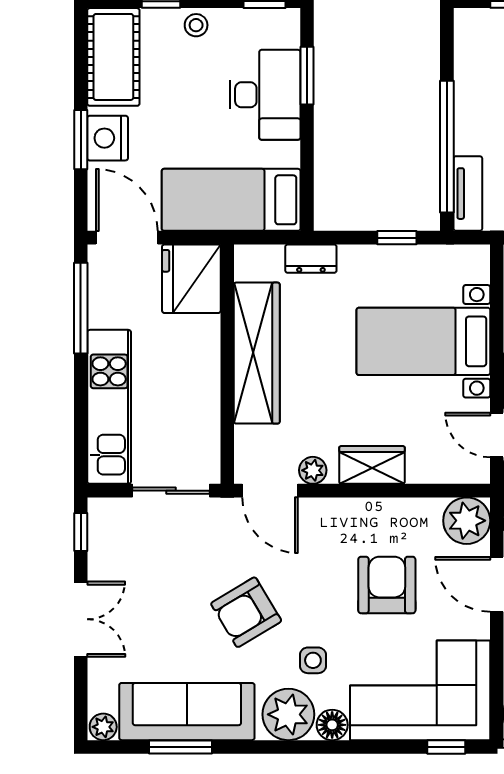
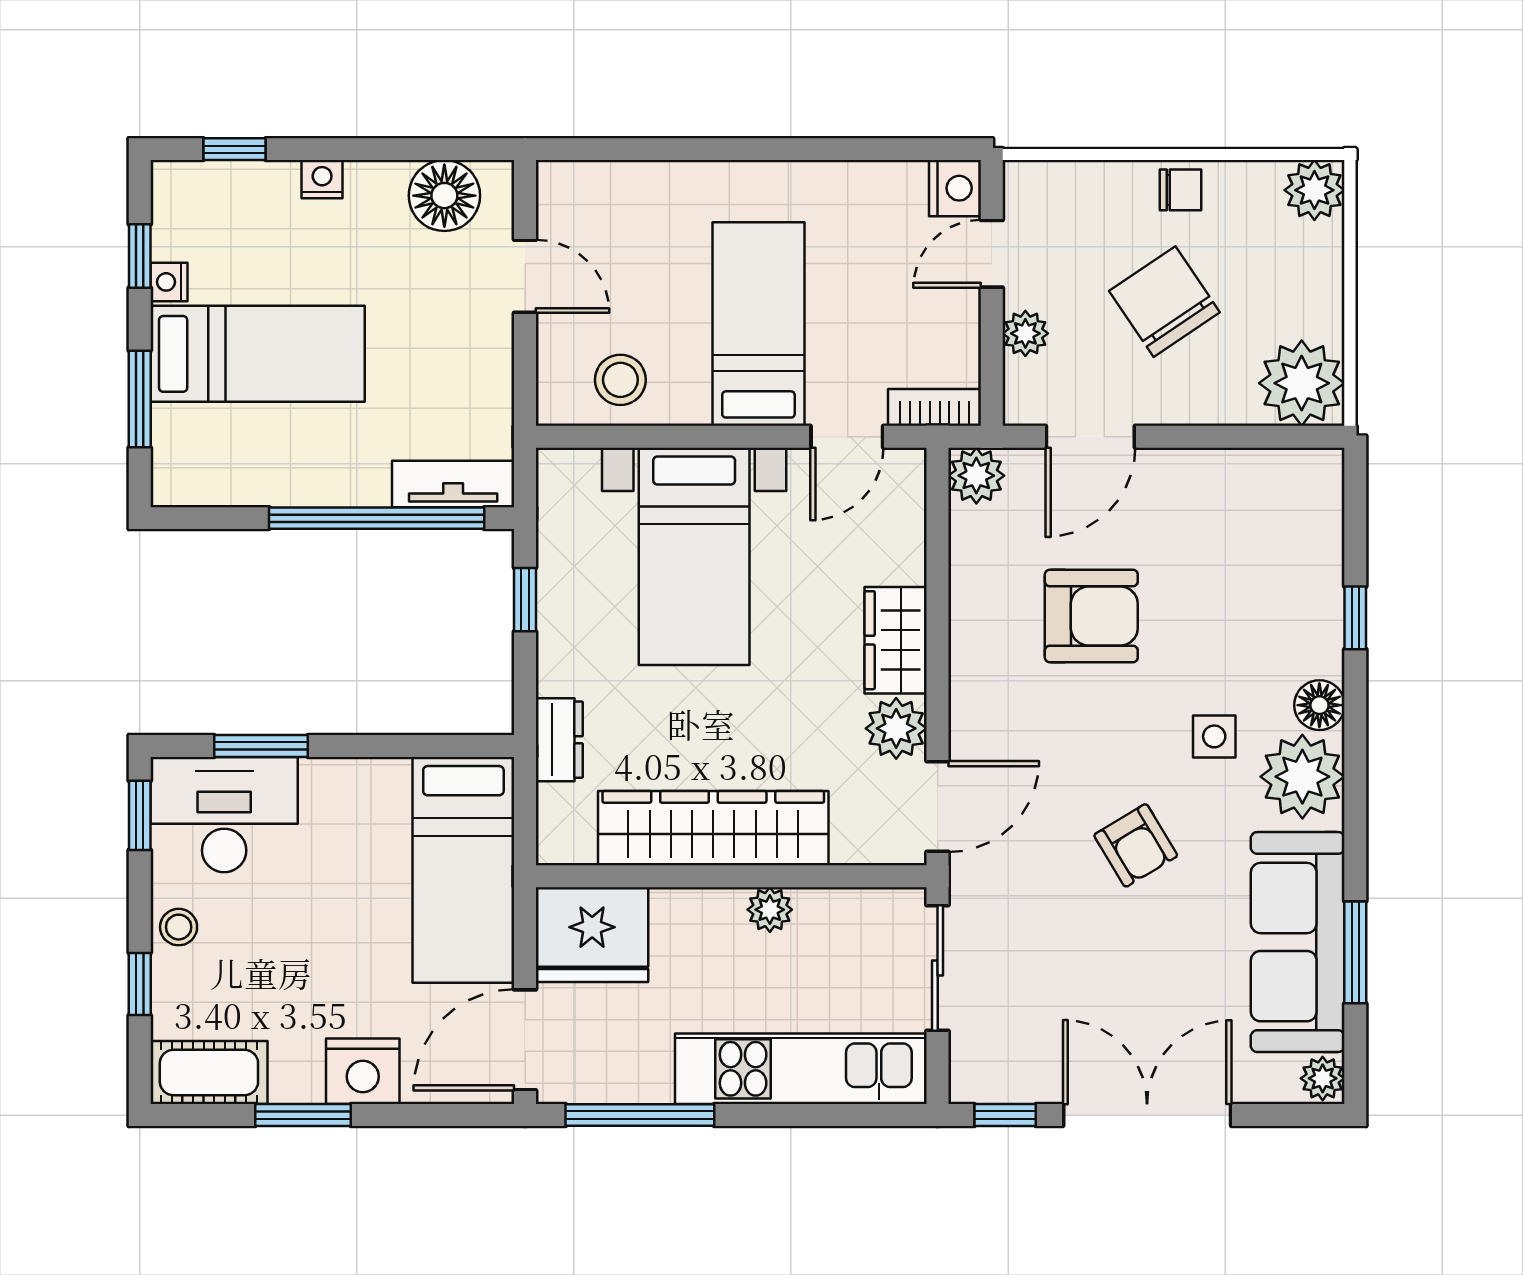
cot: (113, 57) -> (209, 1073), width x0.73, depth x0.75
desk: (265, 95) -> (224, 815), moved
window: (81, 140) -> (303, 1115), moved
plant: (207, 388) -> (770, 910), added
plant: (313, 470) -> (896, 728), width x1.38, depth x1.38
plant: (467, 521) -> (976, 476), width x0.73, depth x0.73
armchair: (387, 585) -> (1091, 616), turned 180
armchair: (246, 612) -> (1136, 845), width x0.72, depth x0.72
double door: (81, 619) -> (1147, 1115), width x1.37
corner sofa: (420, 690) -> (1263, 562), removed
window: (446, 747) -> (1355, 618), moved

